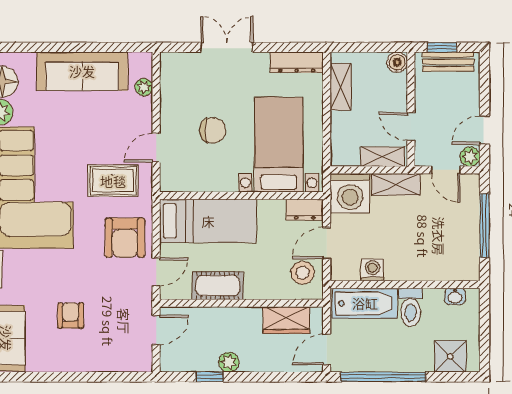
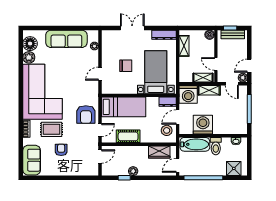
rug: (113, 181) -> (51, 129), moved
washing machine: (372, 270) -> (203, 125), width x1.89, depth x1.89

